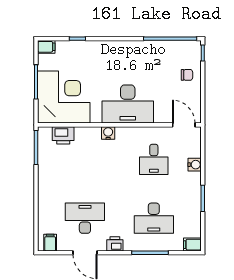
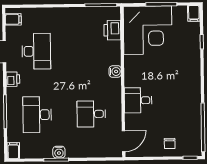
desk: (128, 104) -> (138, 100), width x0.53, depth x0.77
water cooler: (195, 165) -> (59, 152), moved

